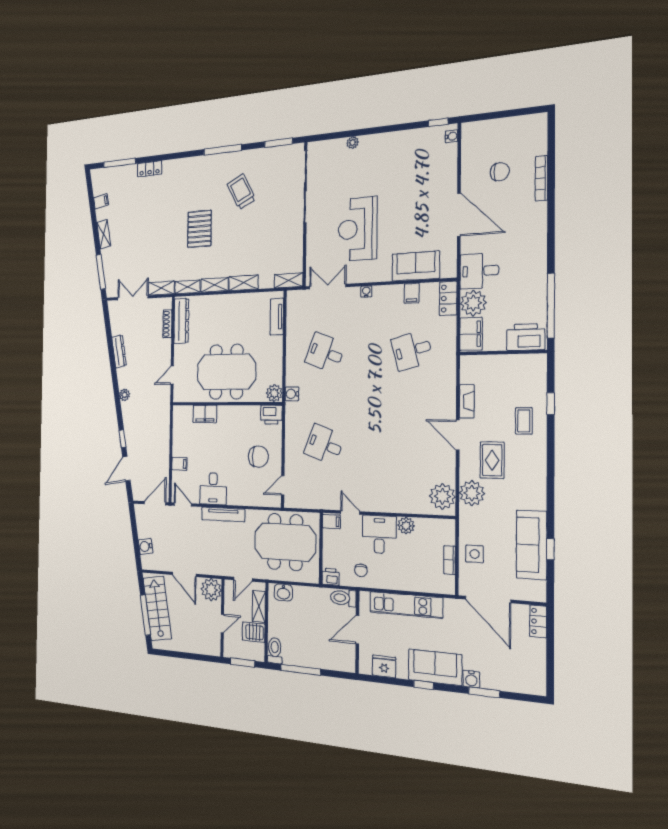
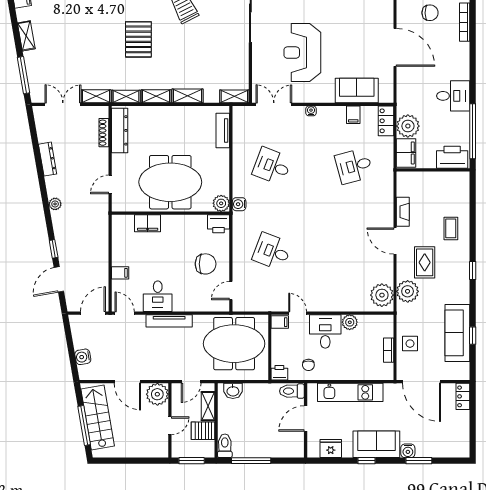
desk: (479, 271) -> (453, 96), moved, turned 180
window: (551, 404) -> (473, 271), moved

